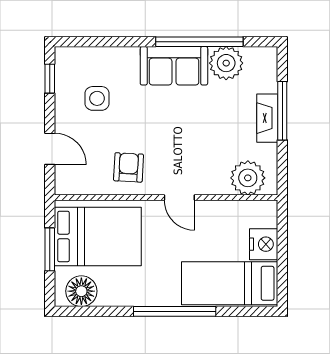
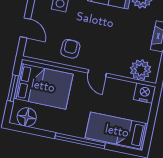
nightstand: (264, 244) -> (145, 93), moved, turned -90

